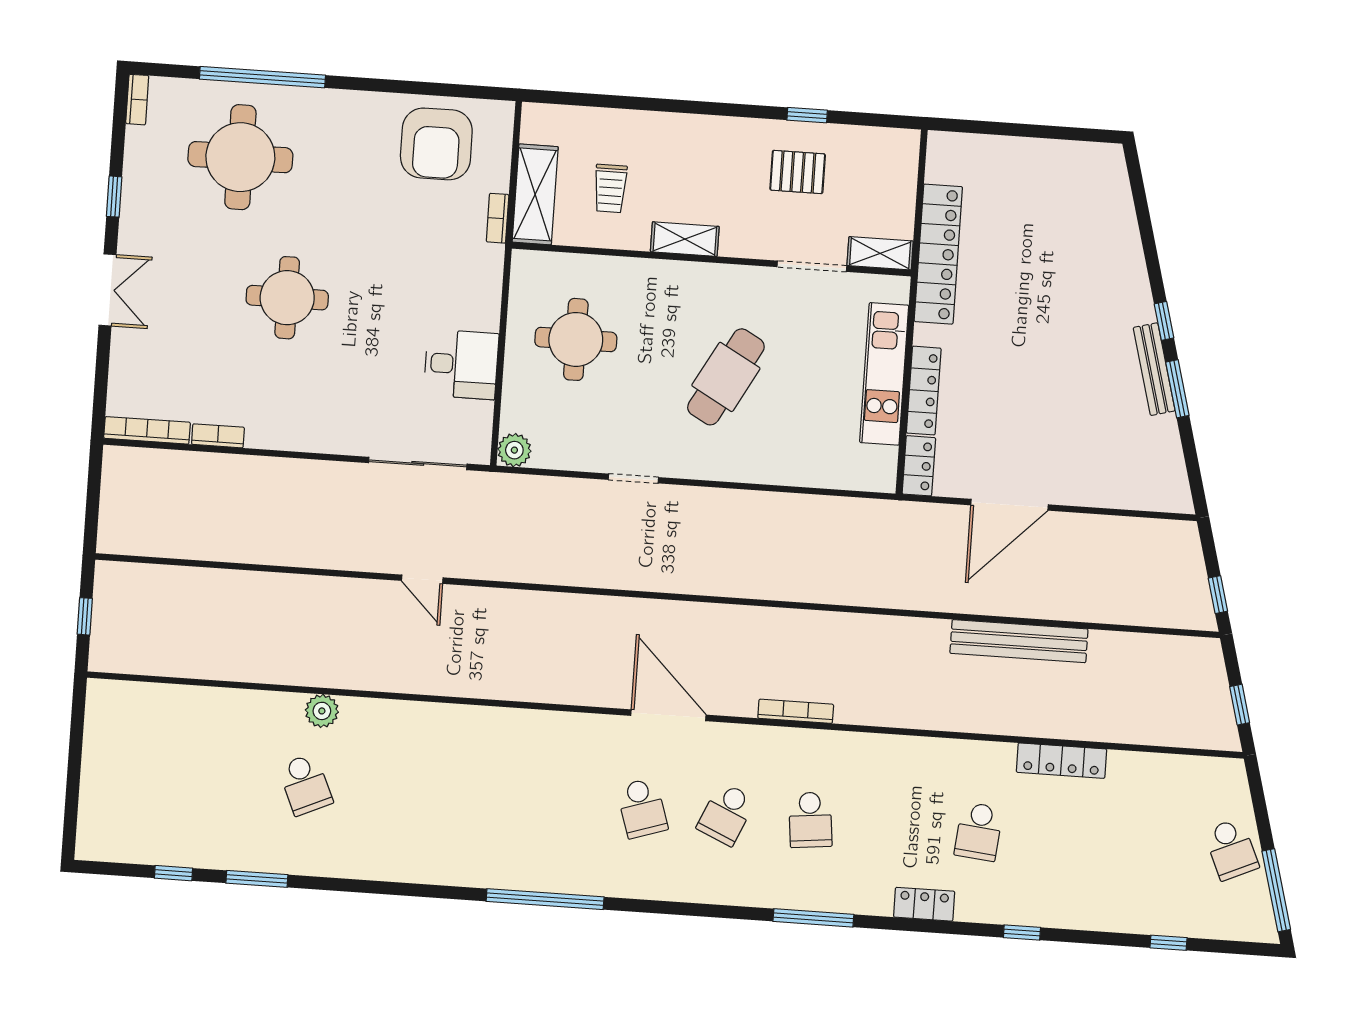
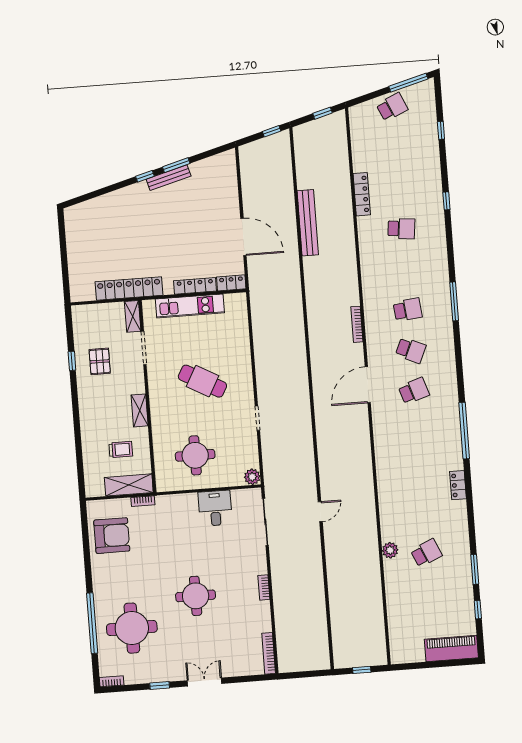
bookcase: (218, 436) -> (264, 587), moved
piano: (102, 807) -> (451, 648), added
locker: (924, 904) -> (458, 485), moved

